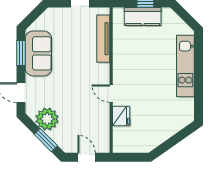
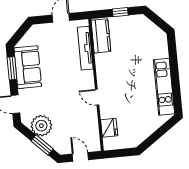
kitchen counter: (143, 16) -> (101, 36), moved, turned -90
kitchen unit: (185, 66) -> (164, 87), moved
fridge: (121, 116) -> (109, 128), moved

